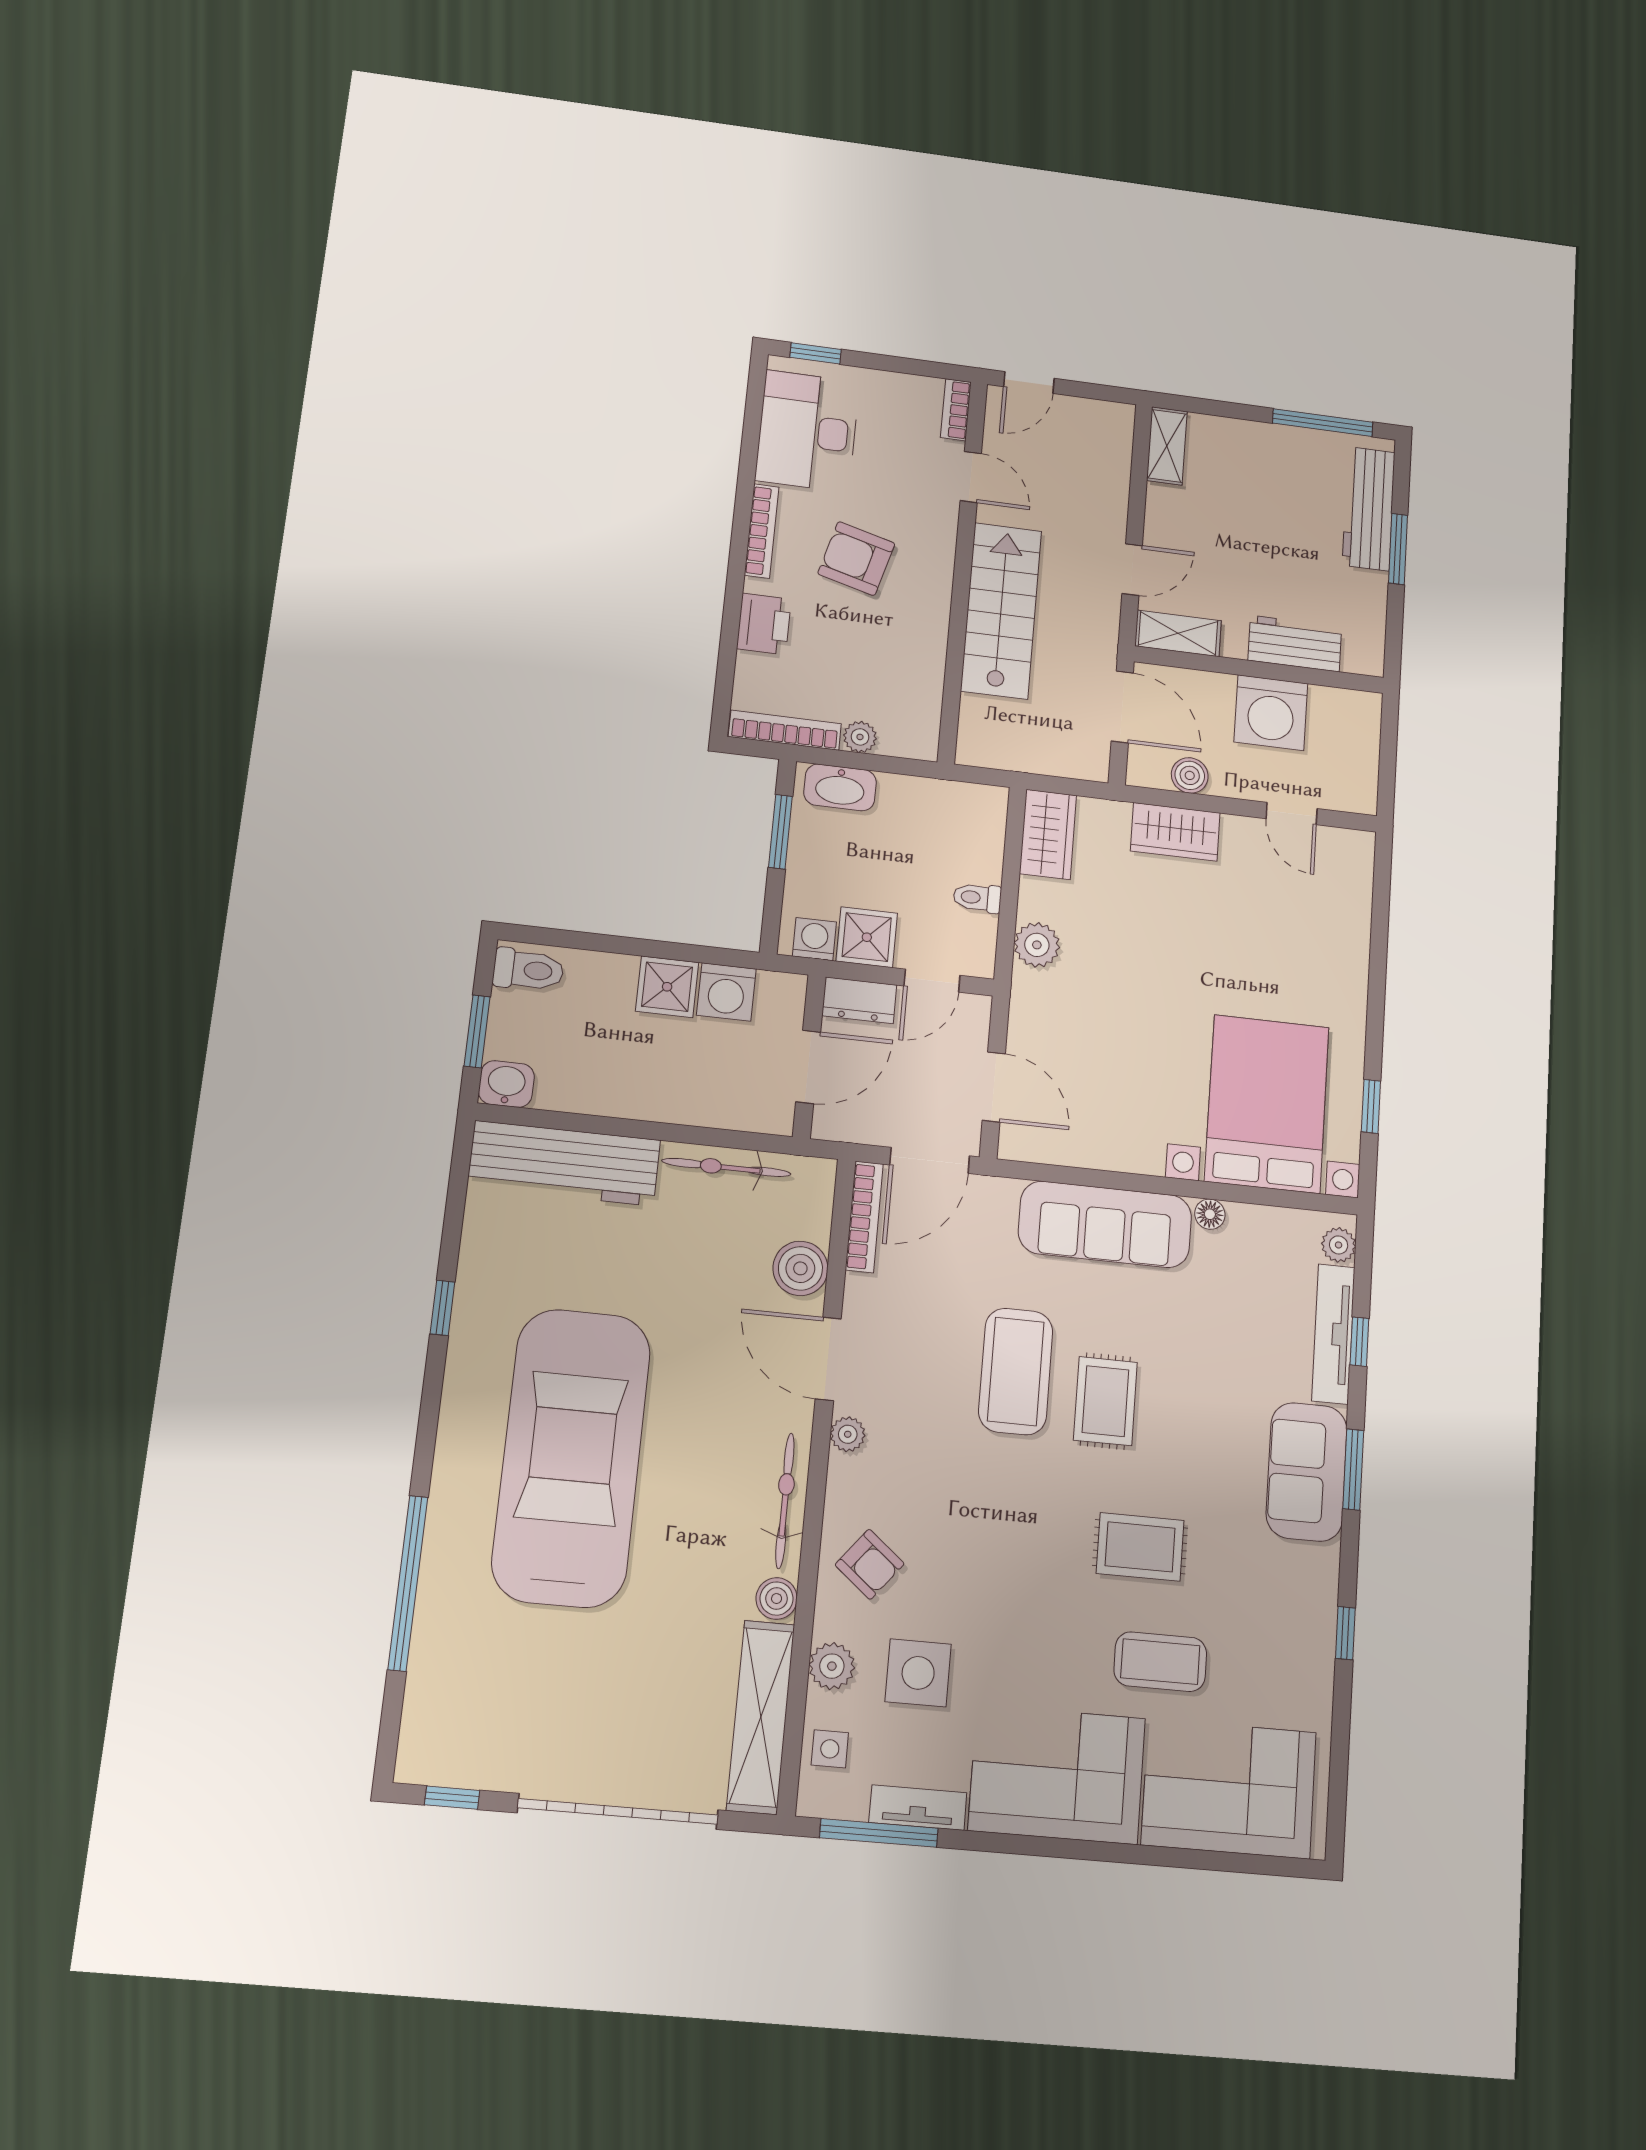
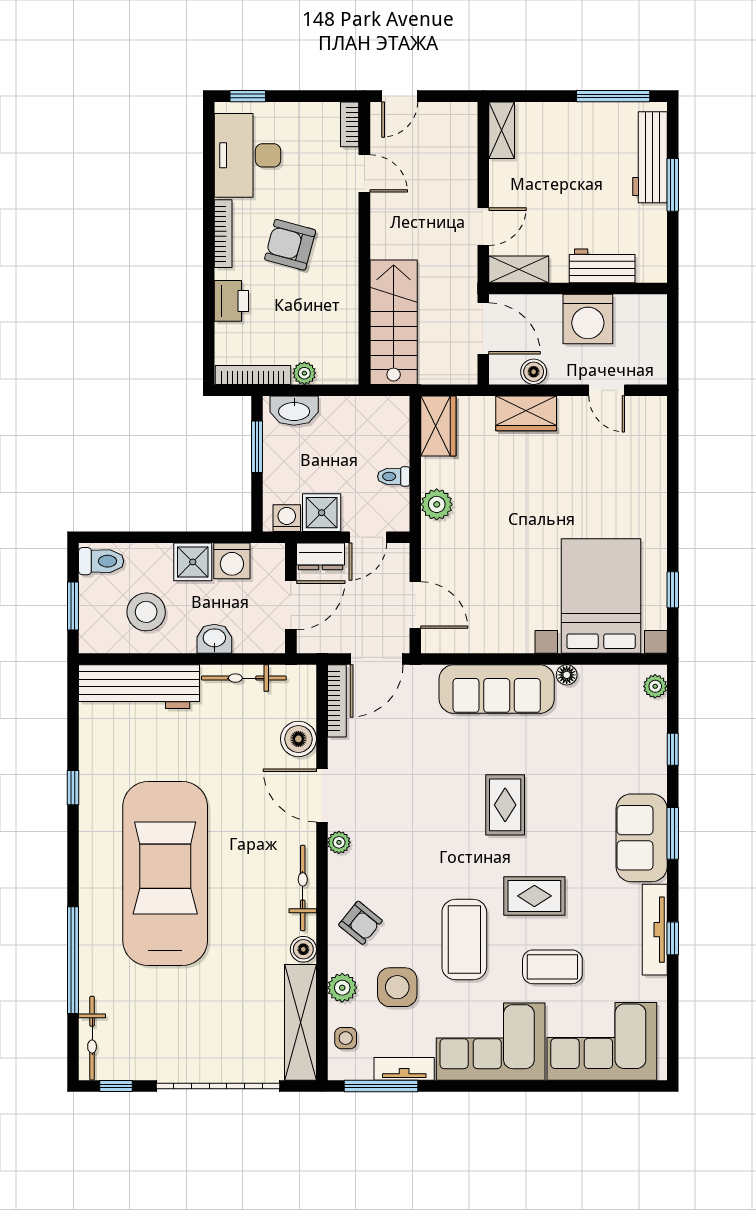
stairs: (1001, 611) -> (394, 322), moved
stool: (588, 1052) -> (146, 612), added
washbasin: (506, 1084) -> (214, 639), moved
tv unit: (1333, 1334) -> (655, 930), moved
coffee table: (1016, 1371) -> (464, 940), moved
bicycle: (423, 1714) -> (92, 1038), added

